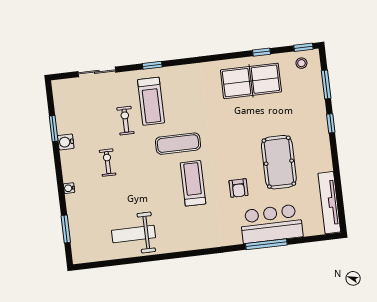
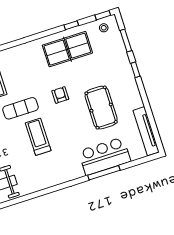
armchair: (239, 188) -> (60, 95), moved, turned 180

